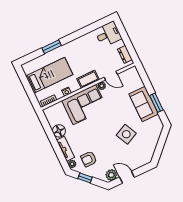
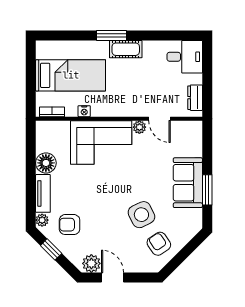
window: (52, 47) -> (111, 35), moved
cot: (88, 79) -> (126, 49), moved
armchair: (144, 146) -> (159, 244), added

